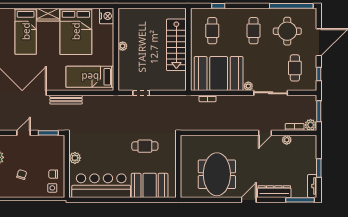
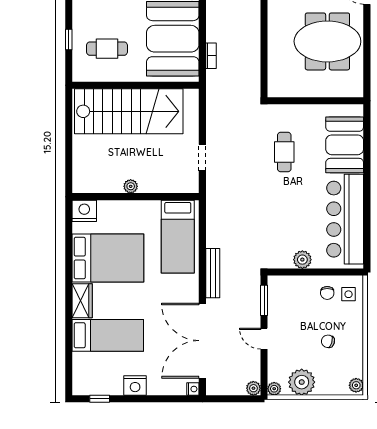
stairs: (176, 45) -> (129, 111), width x1.36, depth x1.51

